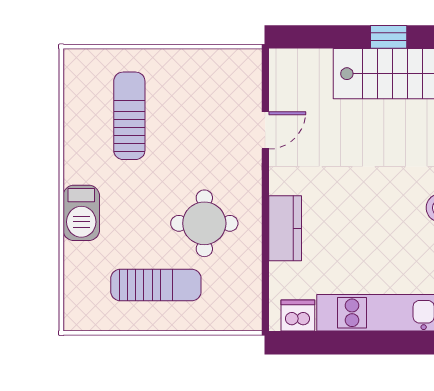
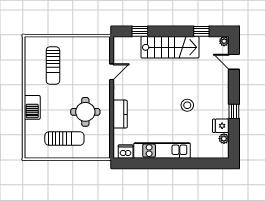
window: (389, 37) -> (140, 31), moved
sun lounger: (129, 116) -> (53, 66), turned 180

